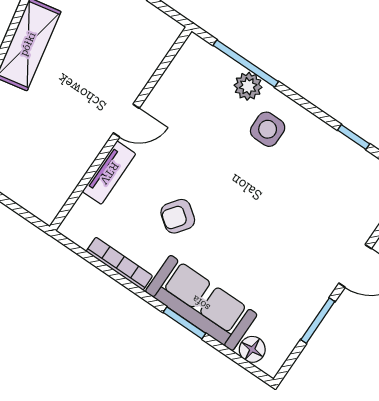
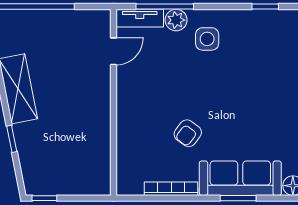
door: (126, 121) -> (113, 51), moved
tv unit: (109, 173) -> (140, 18), moved, turned 90

